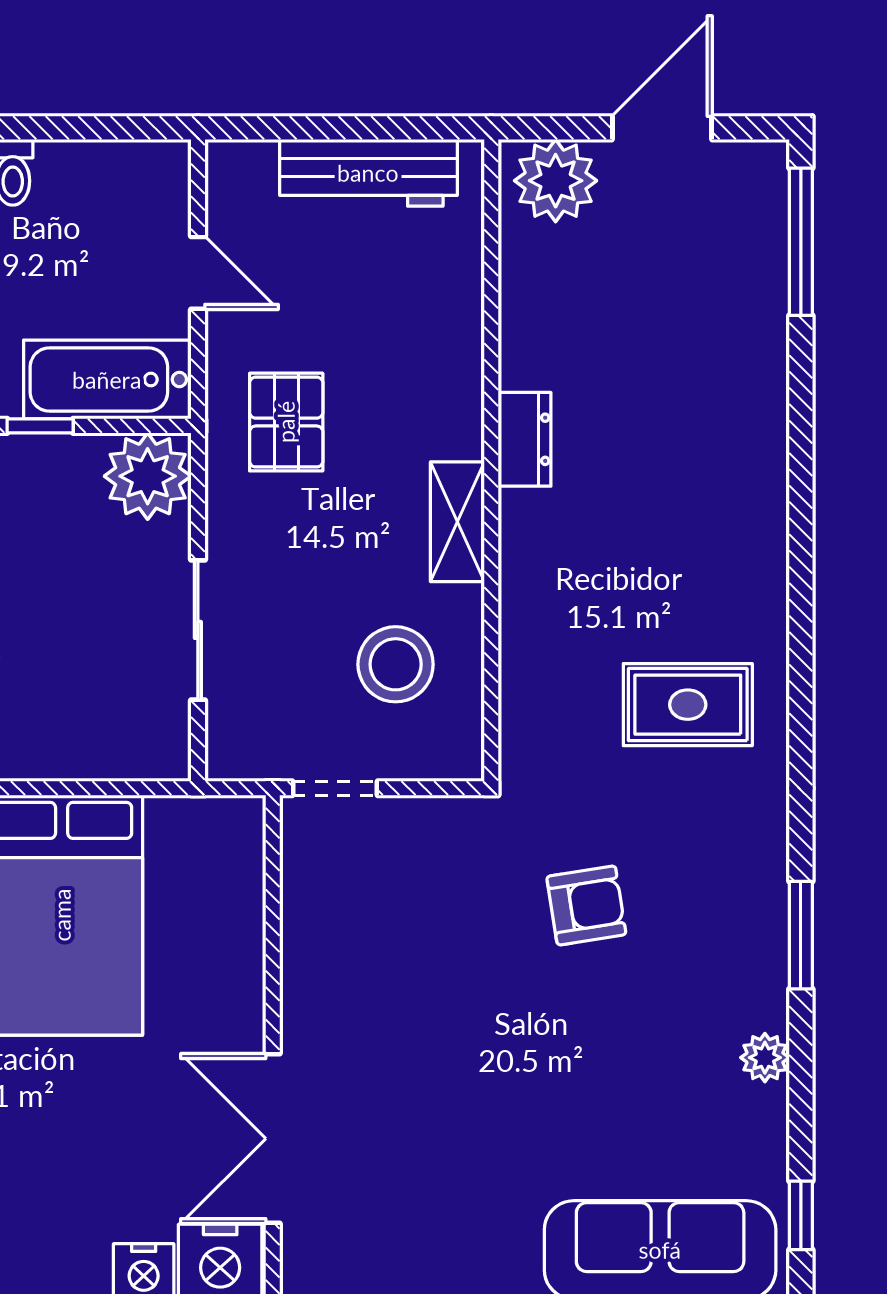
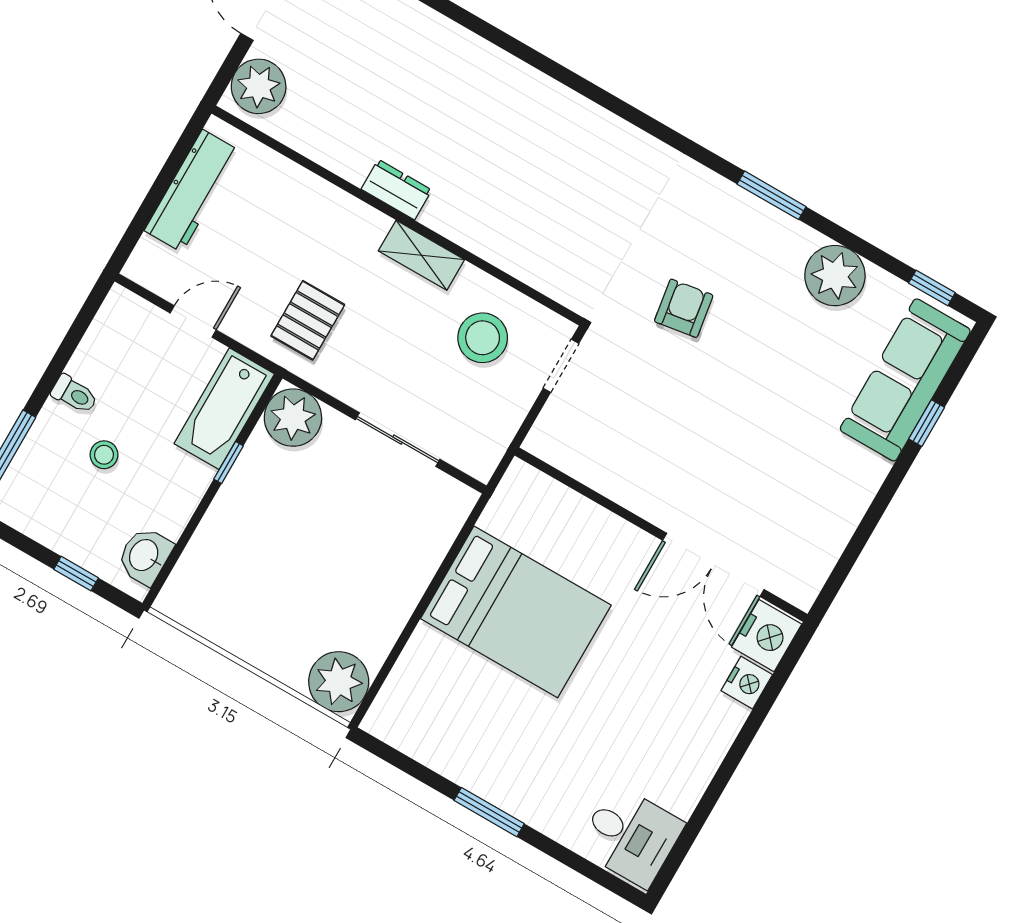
pallet: (286, 422) -> (308, 320), turned 90
rug: (688, 705) -> (602, 184), removed
doorway: (335, 788) -> (561, 366), moved
plant: (765, 1058) -> (835, 276), width x1.88, depth x1.88

